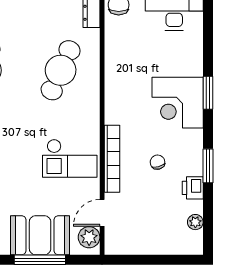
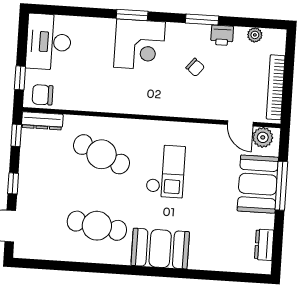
checkout: (70, 158) -> (166, 171), moved
bookcase: (112, 159) -> (276, 87), moved, turned -90
chair: (158, 162) -> (195, 67), turned -126

